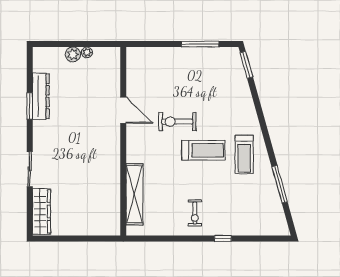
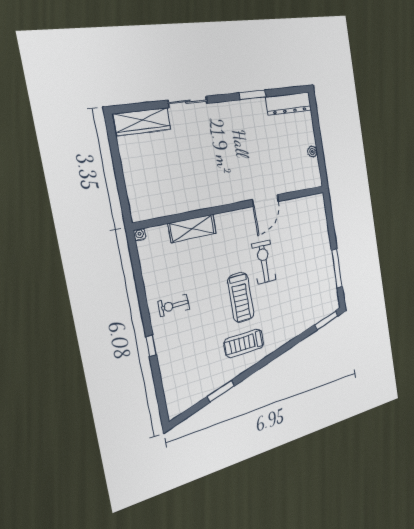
plant: (73, 54) -> (308, 137), removed
dresser: (41, 96) -> (289, 104), moved
window: (280, 184) -> (221, 391), width x0.69
shelving: (134, 194) -> (192, 228), width x0.68
water cooler: (131, 231) -> (140, 235), added

